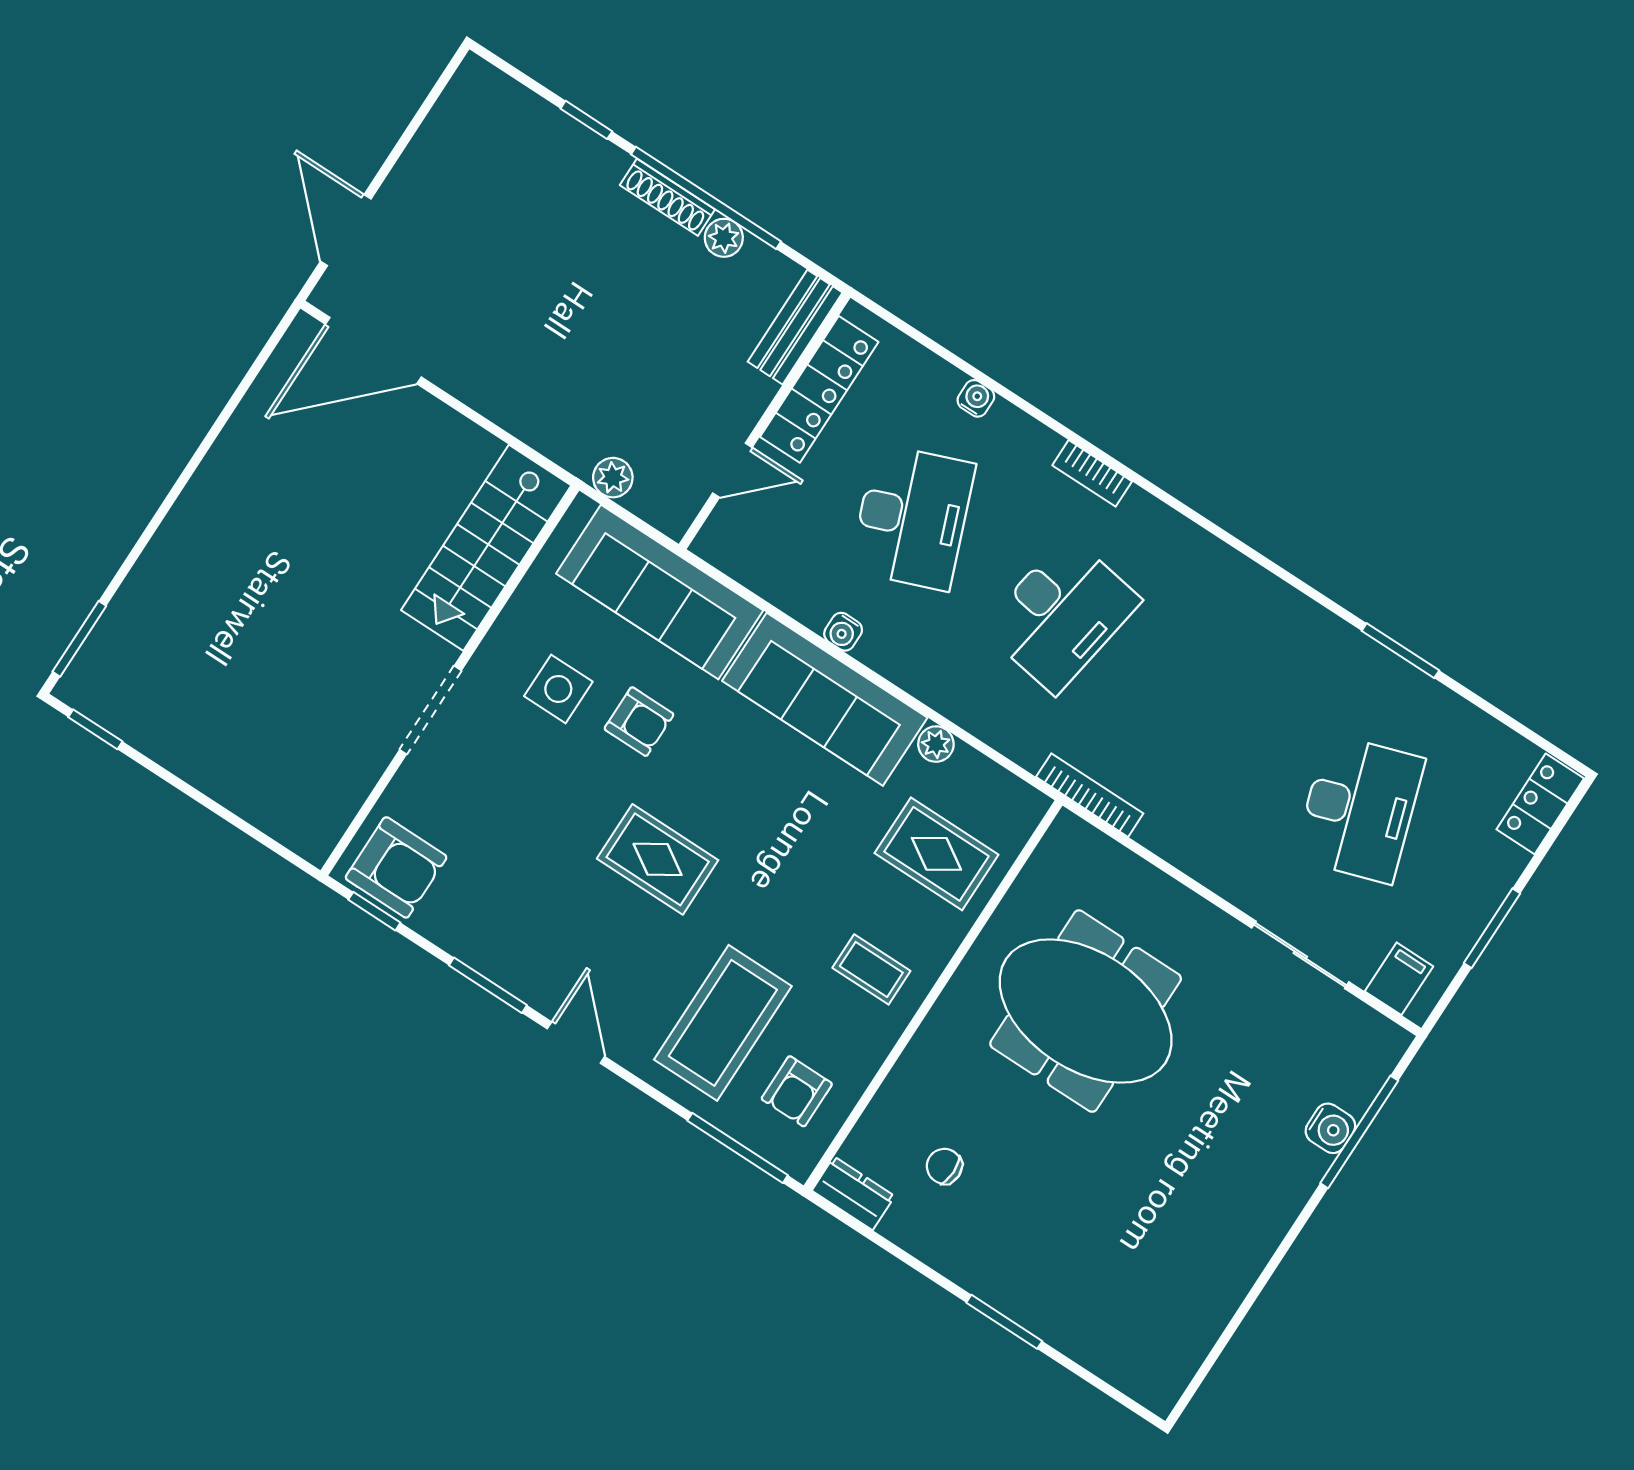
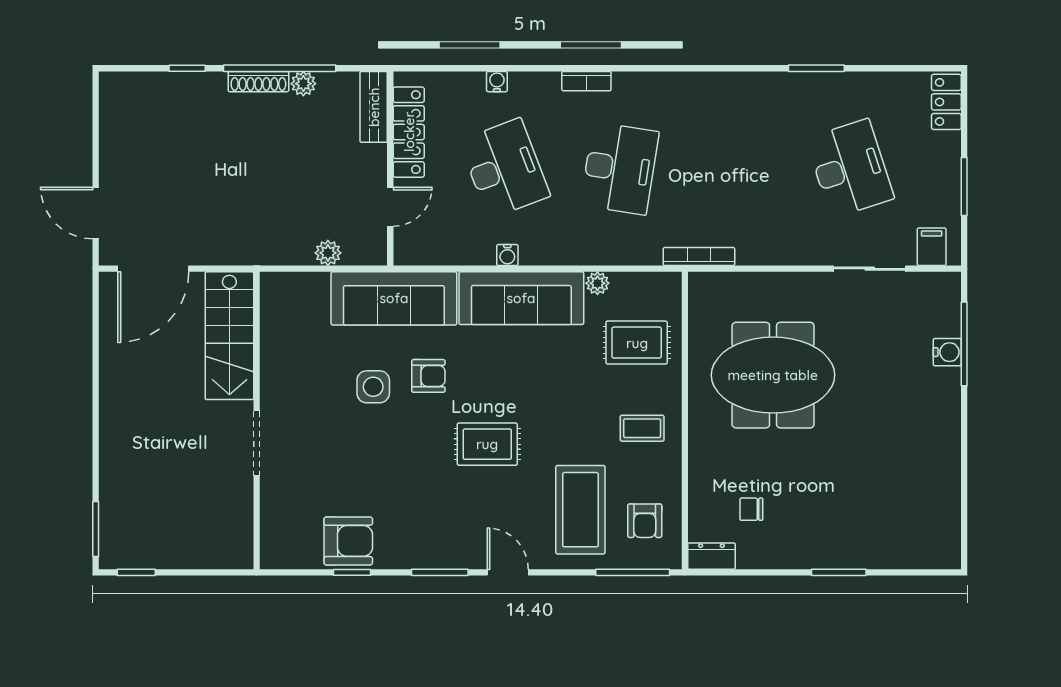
stairs: (486, 548) -> (229, 336), moved
wall: (450, 680) -> (257, 421), moved
doorway: (430, 710) -> (257, 443), moved

